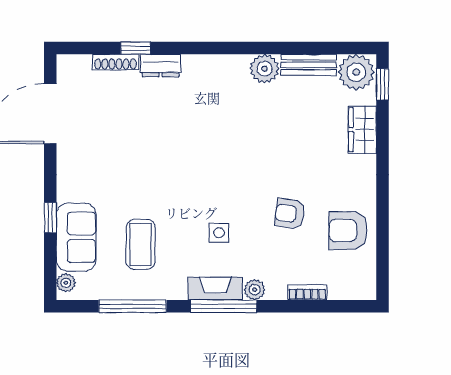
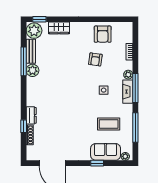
window: (285, 48) -> (24, 61), added

